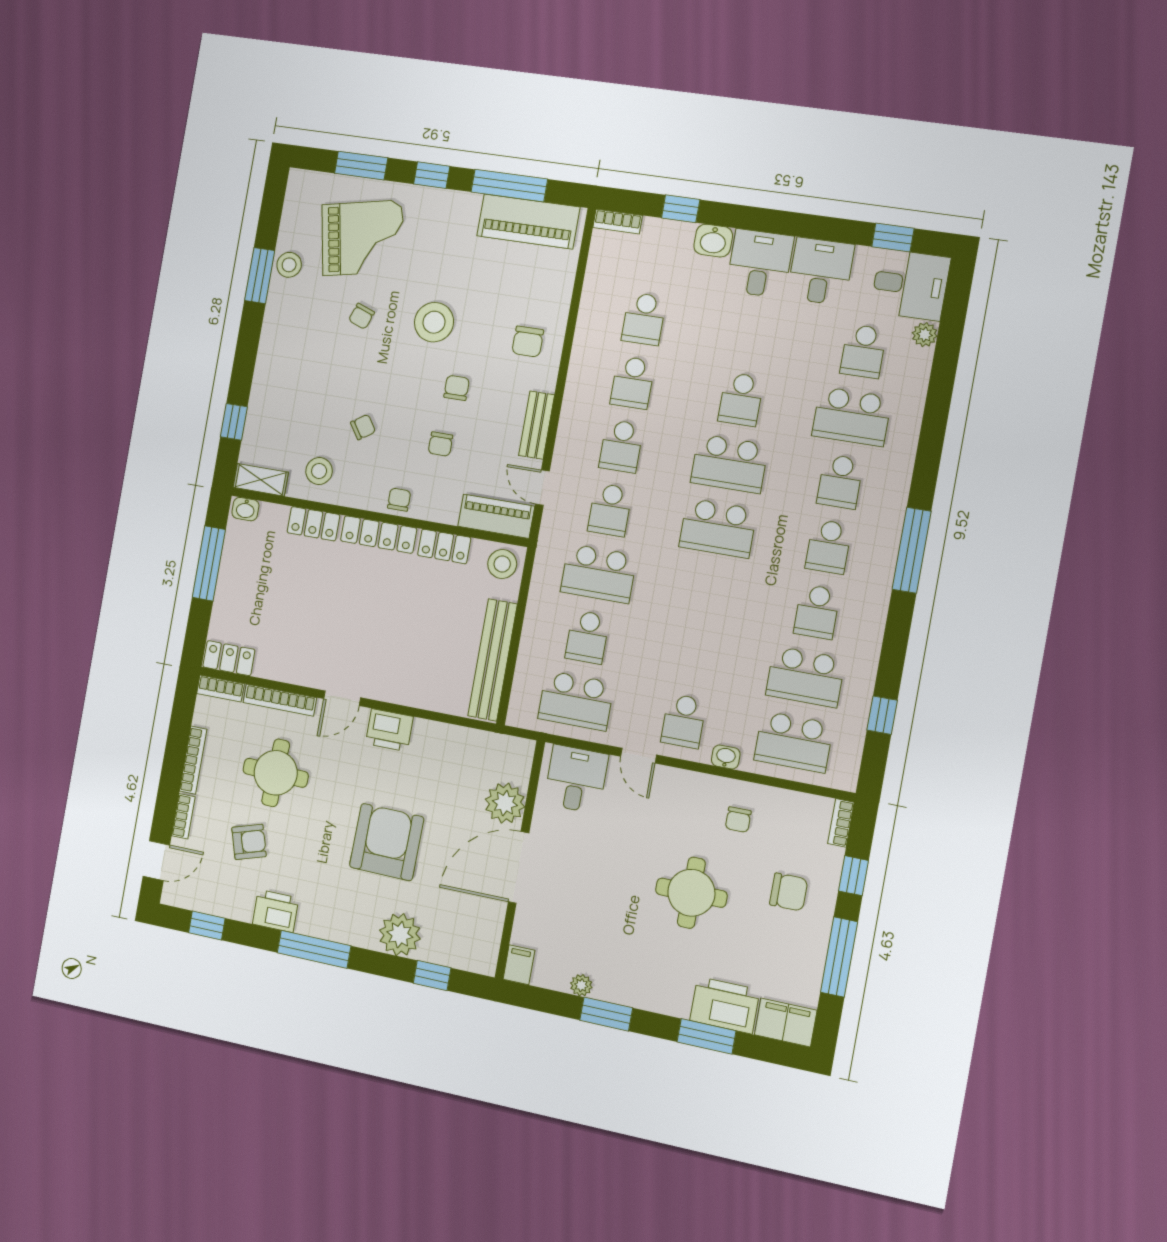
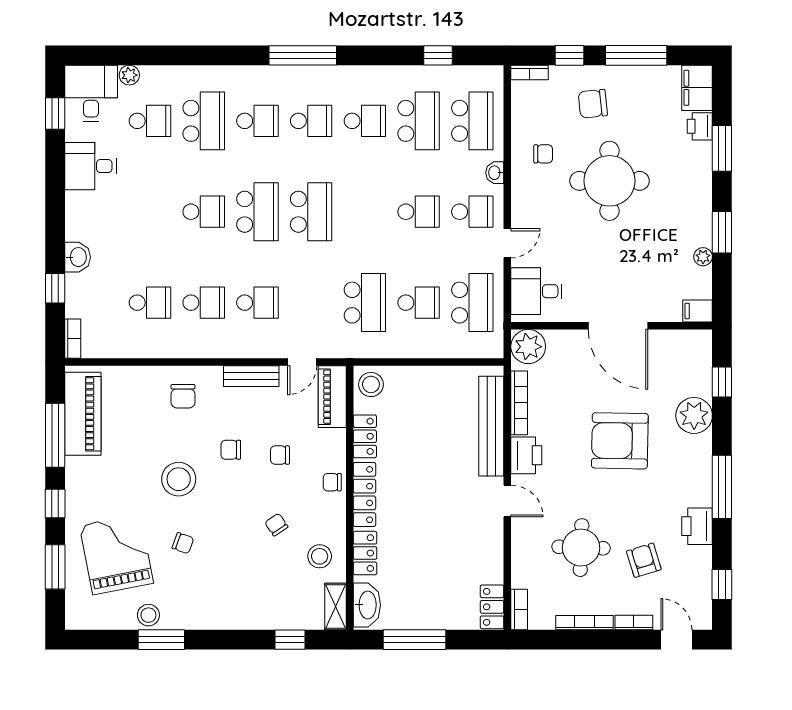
desk: (760, 263) -> (91, 216), removed
chair: (528, 342) -> (183, 396), turned 90
chair: (440, 444) -> (280, 455), turned 180
washbasin: (245, 509) -> (367, 605), width x1.91, depth x1.45
school desk: (610, 510) -> (419, 212), moved
bench: (493, 660) -> (491, 426), moved, turned 90
bookcase: (280, 700) -> (519, 403), moved
plant: (505, 803) -> (528, 347), moved
chair: (789, 892) -> (593, 104), turned -96
round table: (691, 893) -> (609, 181), width x1.36, depth x1.36
printer: (725, 1005) -> (700, 126), width x0.53, depth x0.68

